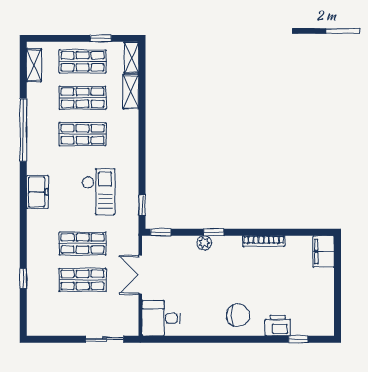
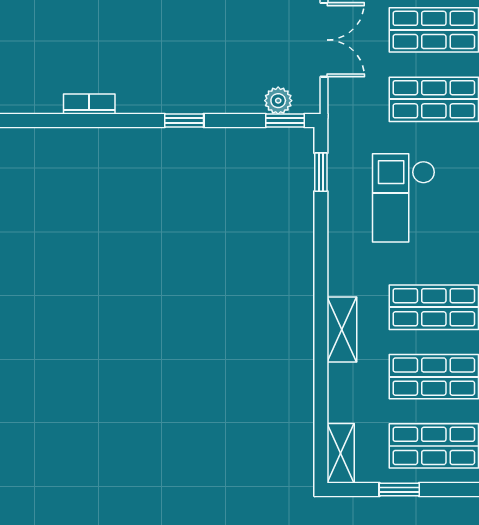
shelving: (131, 92) -> (342, 330), moved
bookcase: (264, 241) -> (89, 104), width x0.64
plant: (204, 243) -> (278, 101), moved

